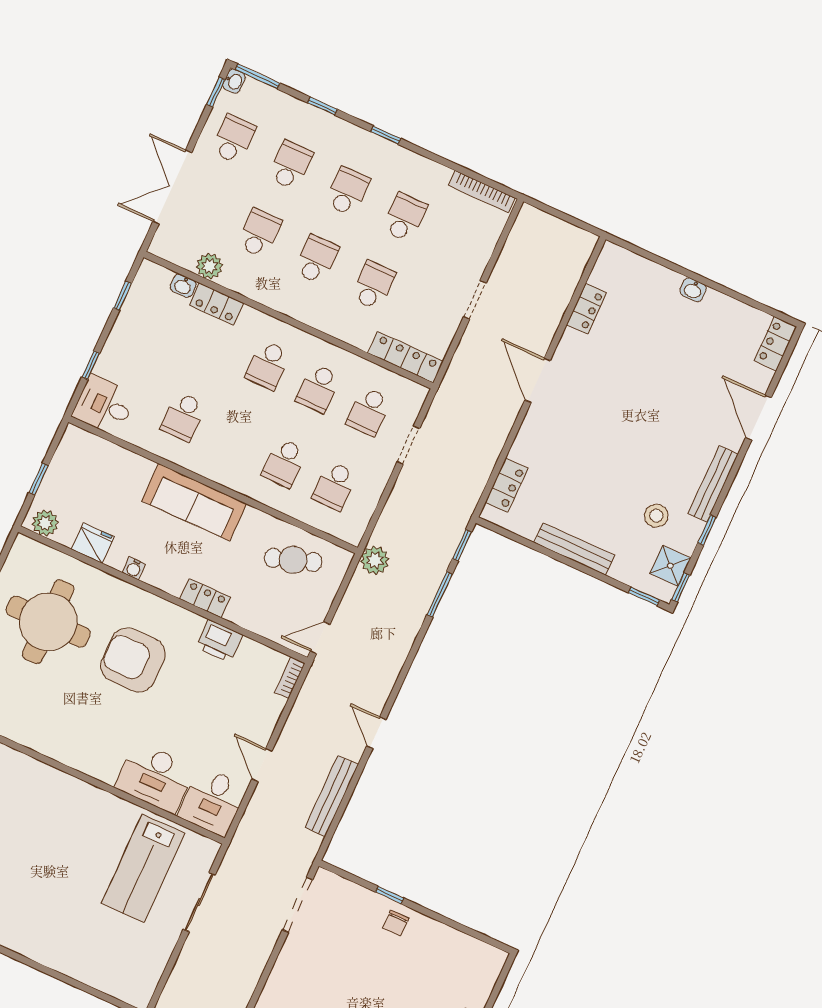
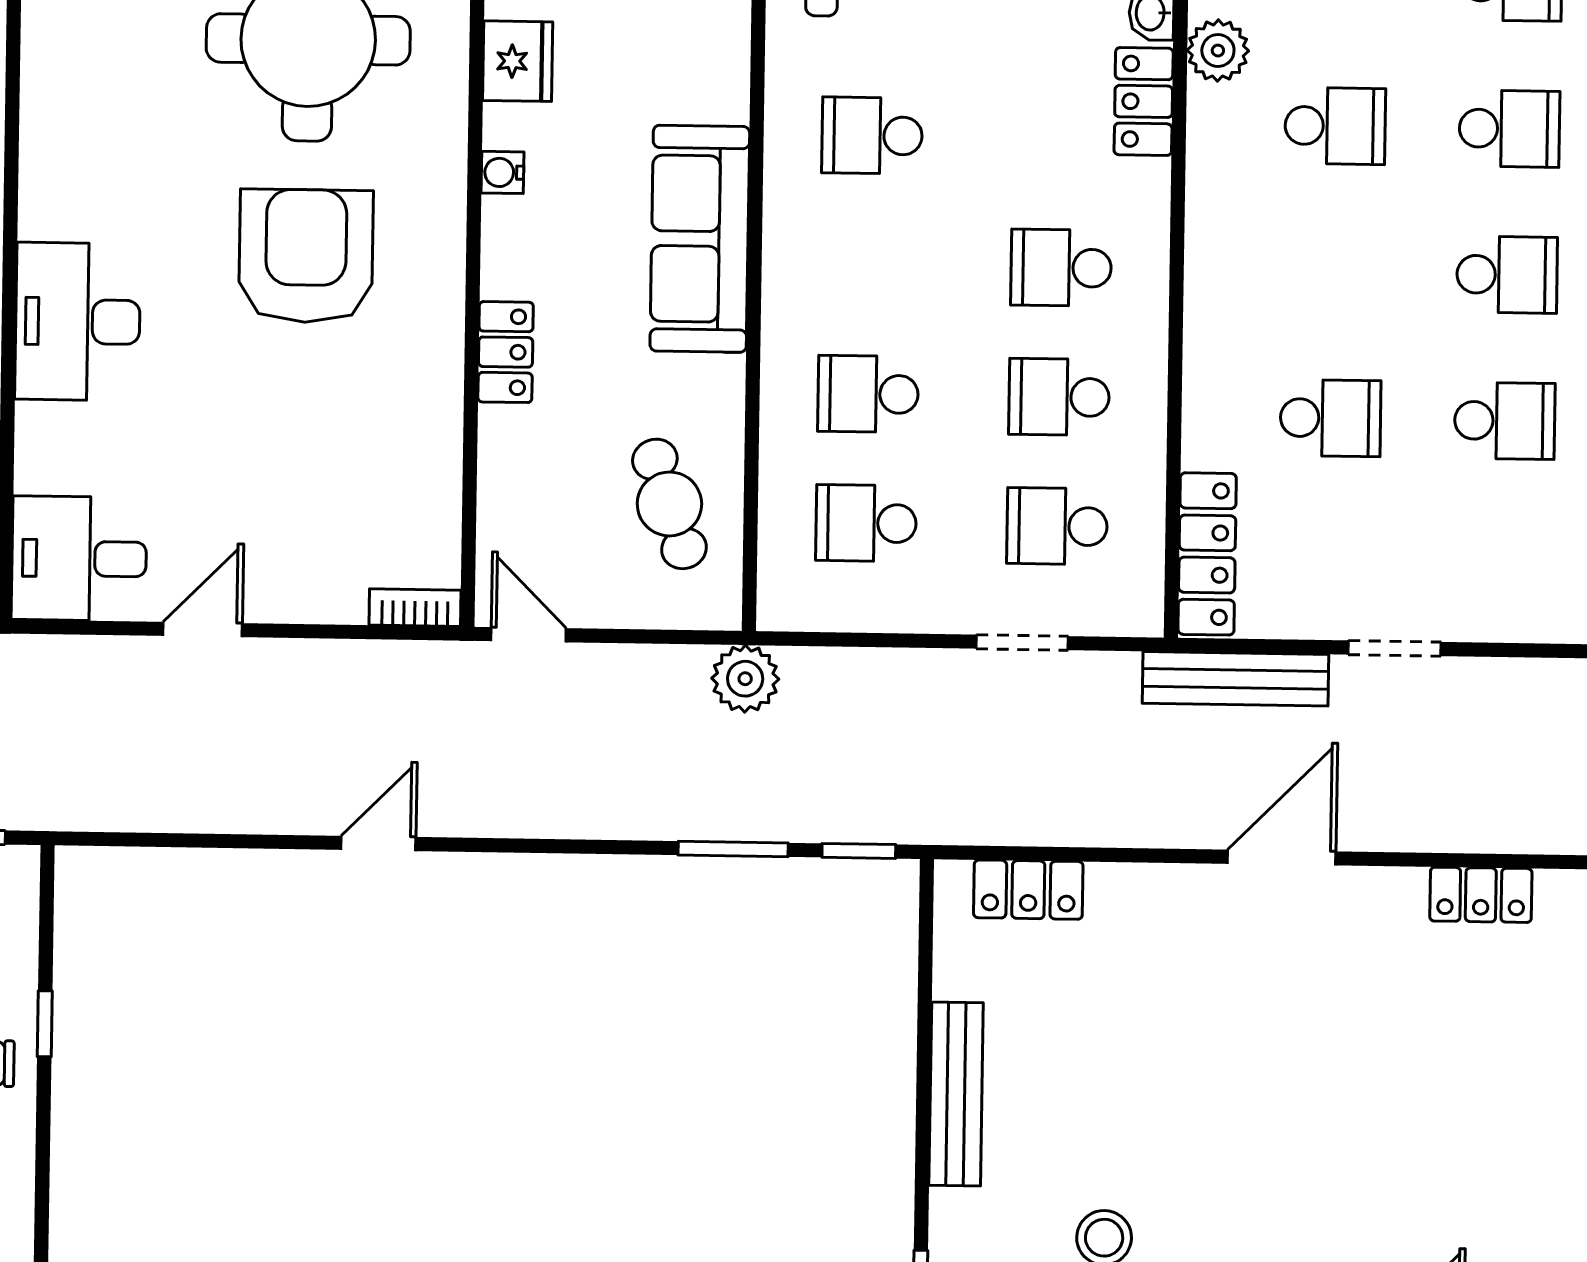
school desk: (316, 259) -> (1333, 272), removed
printer: (219, 641) -> (427, 423), removed
desk: (155, 777) -> (78, 322), moved
bench: (332, 796) -> (1235, 679), moved

